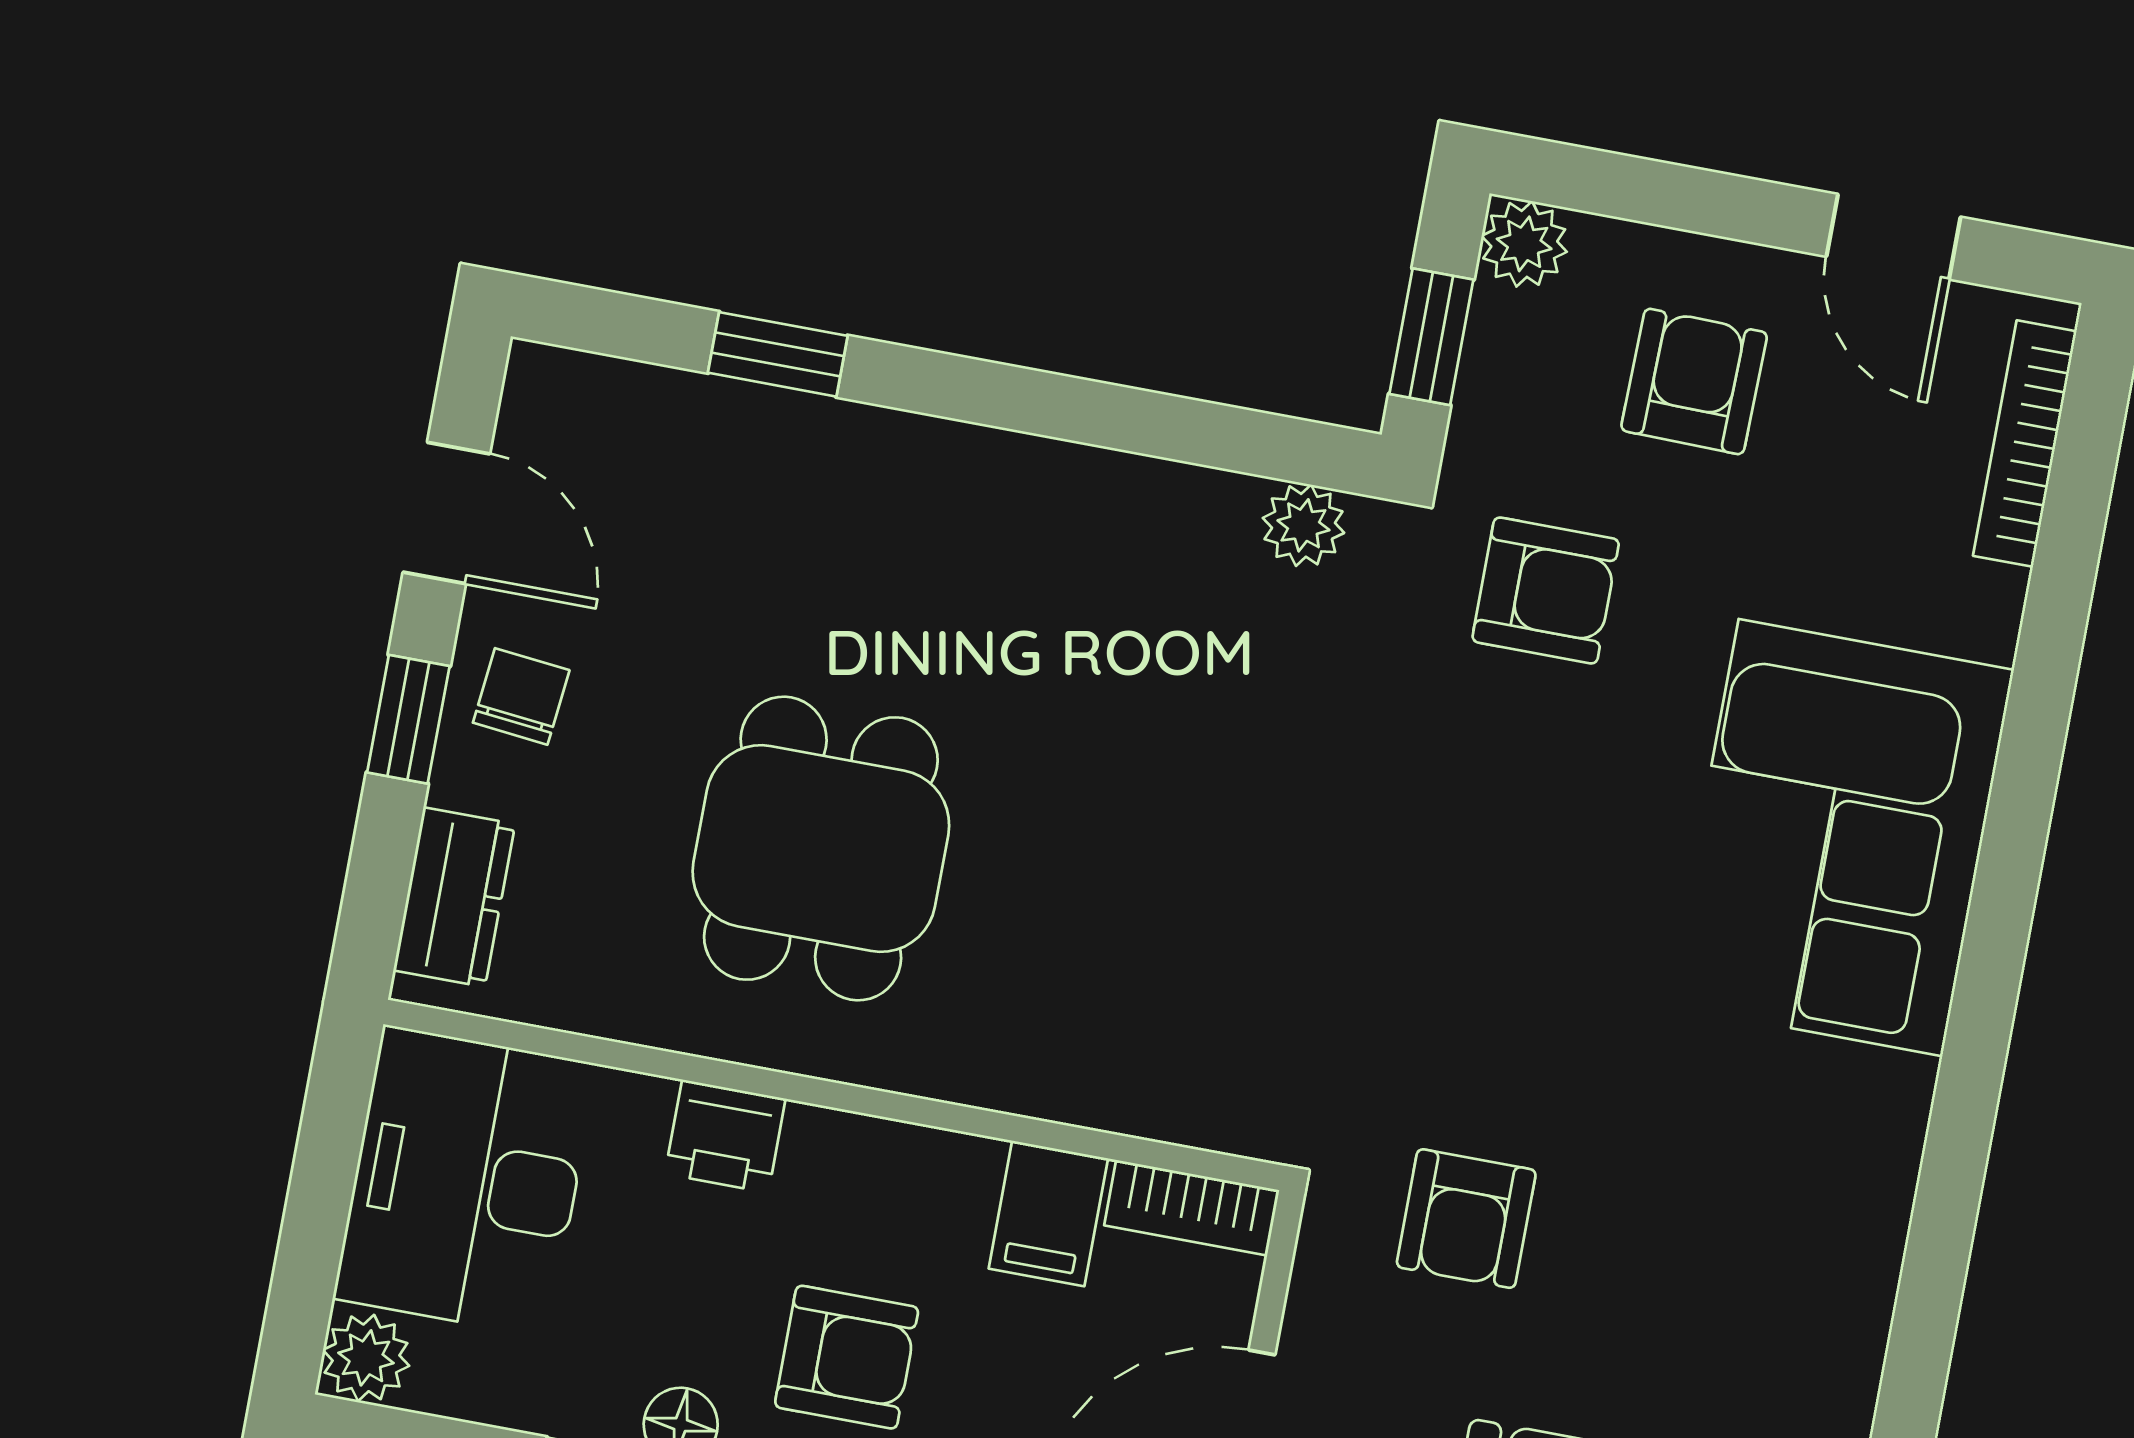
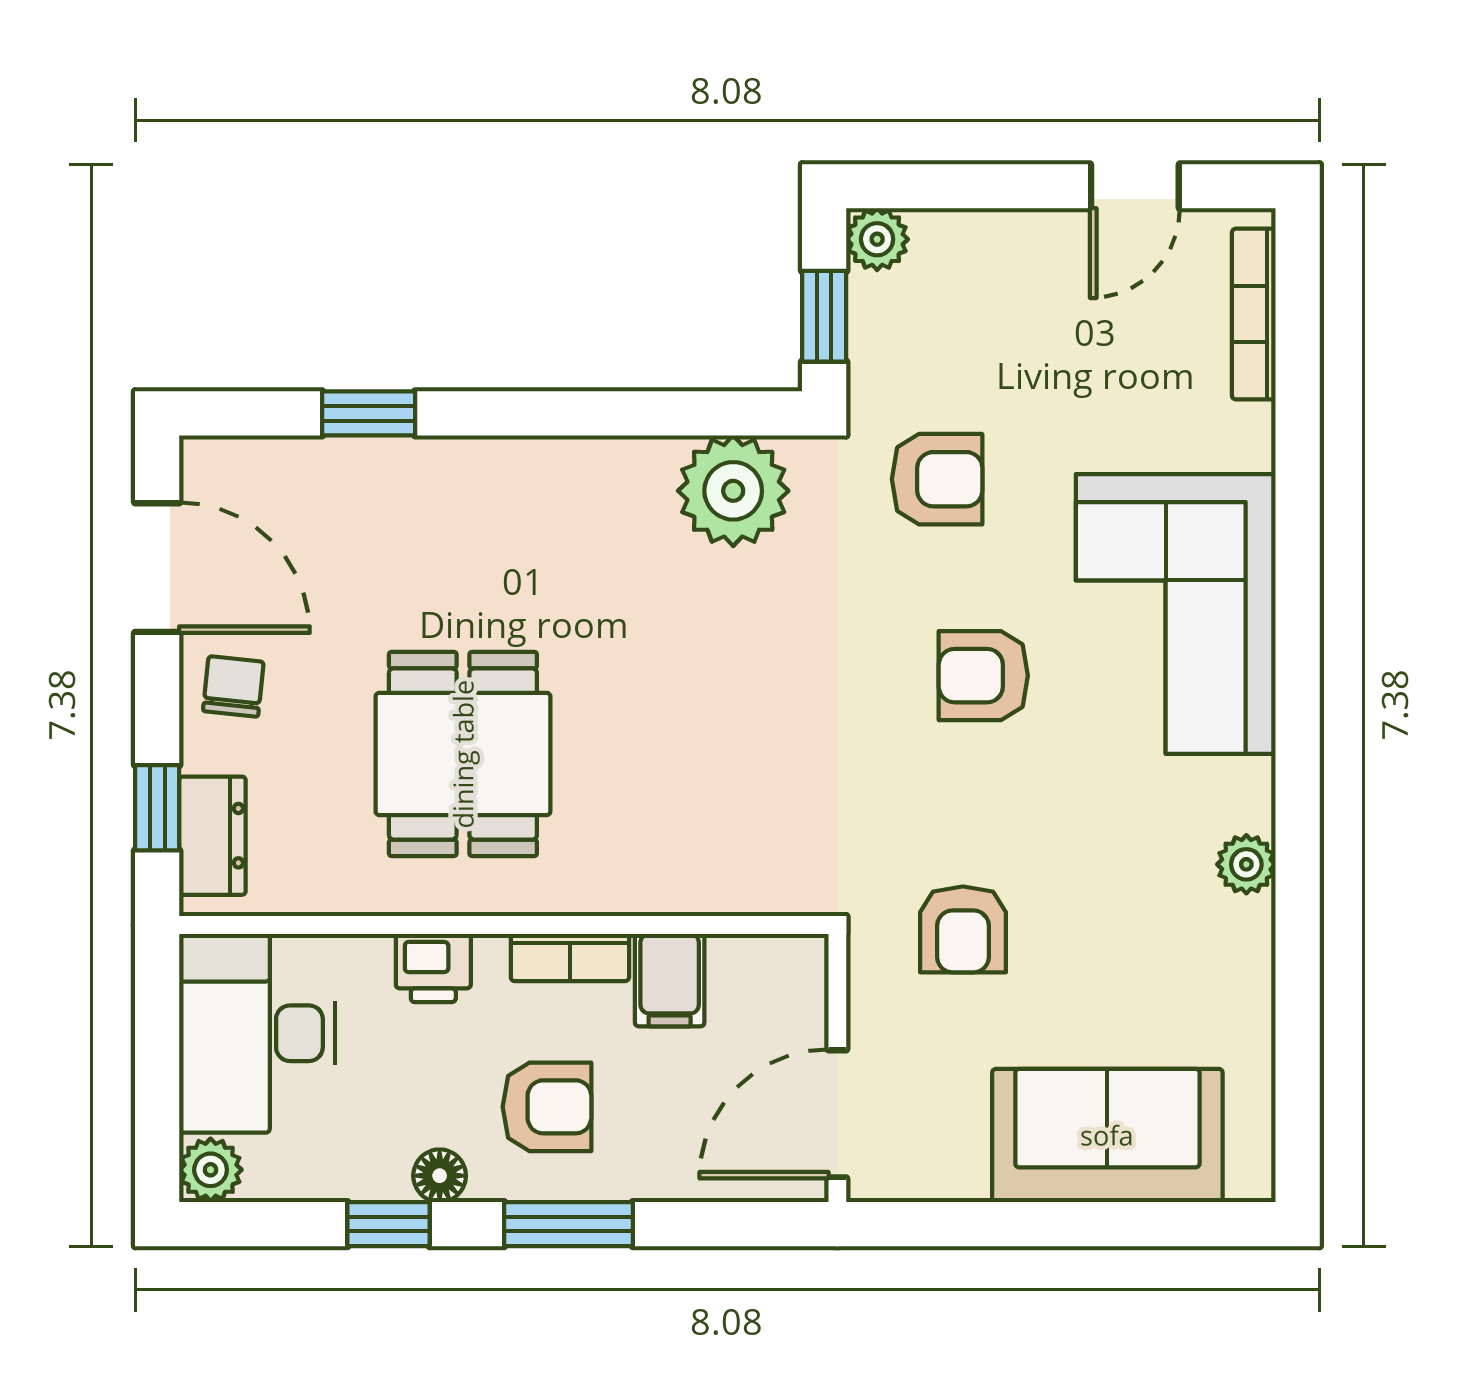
door: (1894, 237) -> (1135, 186), hinge flipped
armchair: (1694, 382) -> (983, 676), moved, turned -91
door: (446, 513) -> (157, 568), width x1.38
plant: (1303, 525) -> (733, 491), width x1.87, depth x1.87
window: (408, 719) -> (157, 808), moved
plant: (1874, 1201) -> (1246, 864), added
bookcase: (1192, 1208) -> (570, 957), moved

